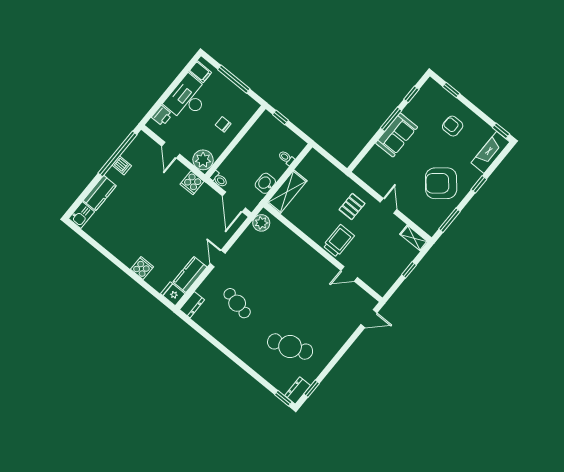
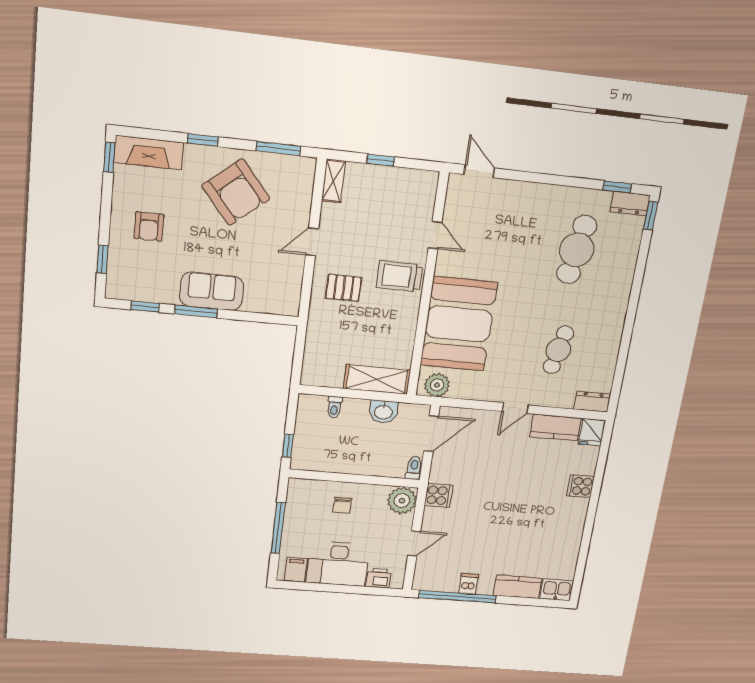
booth: (290, 257) -> (459, 324), added
cafe table: (290, 347) -> (577, 250), turned 30

